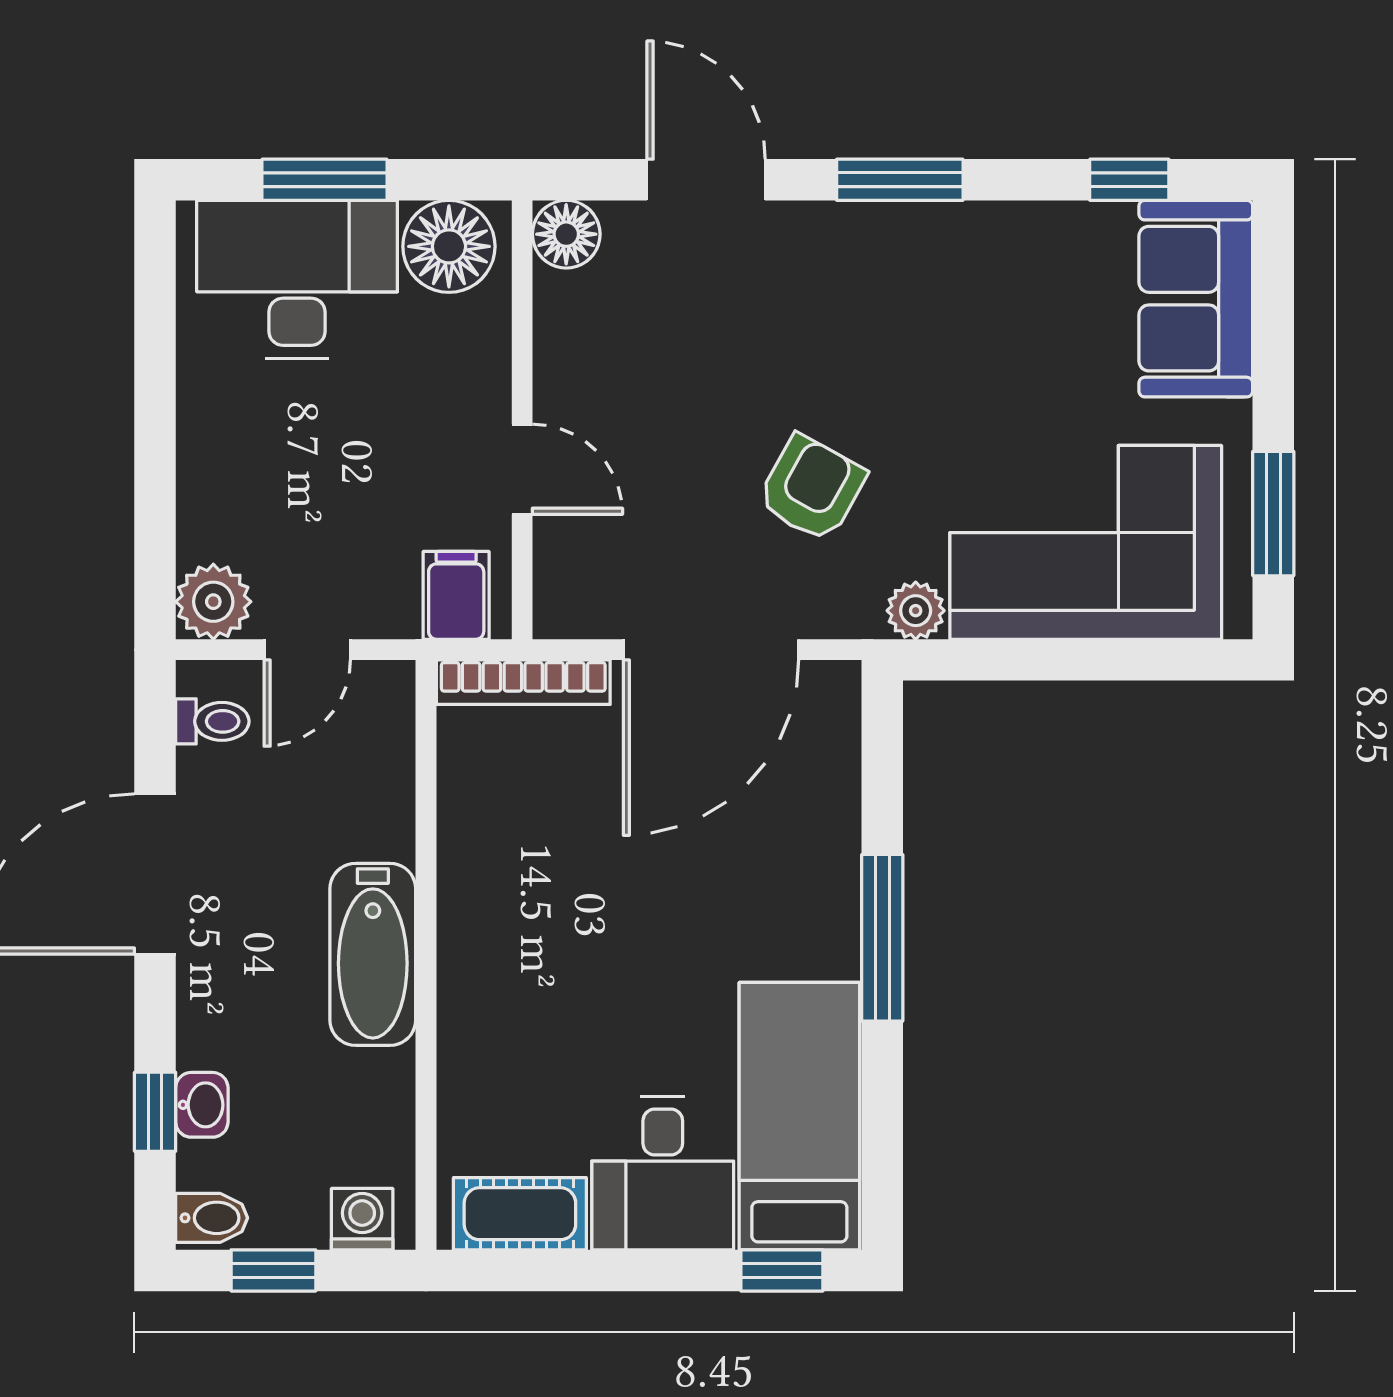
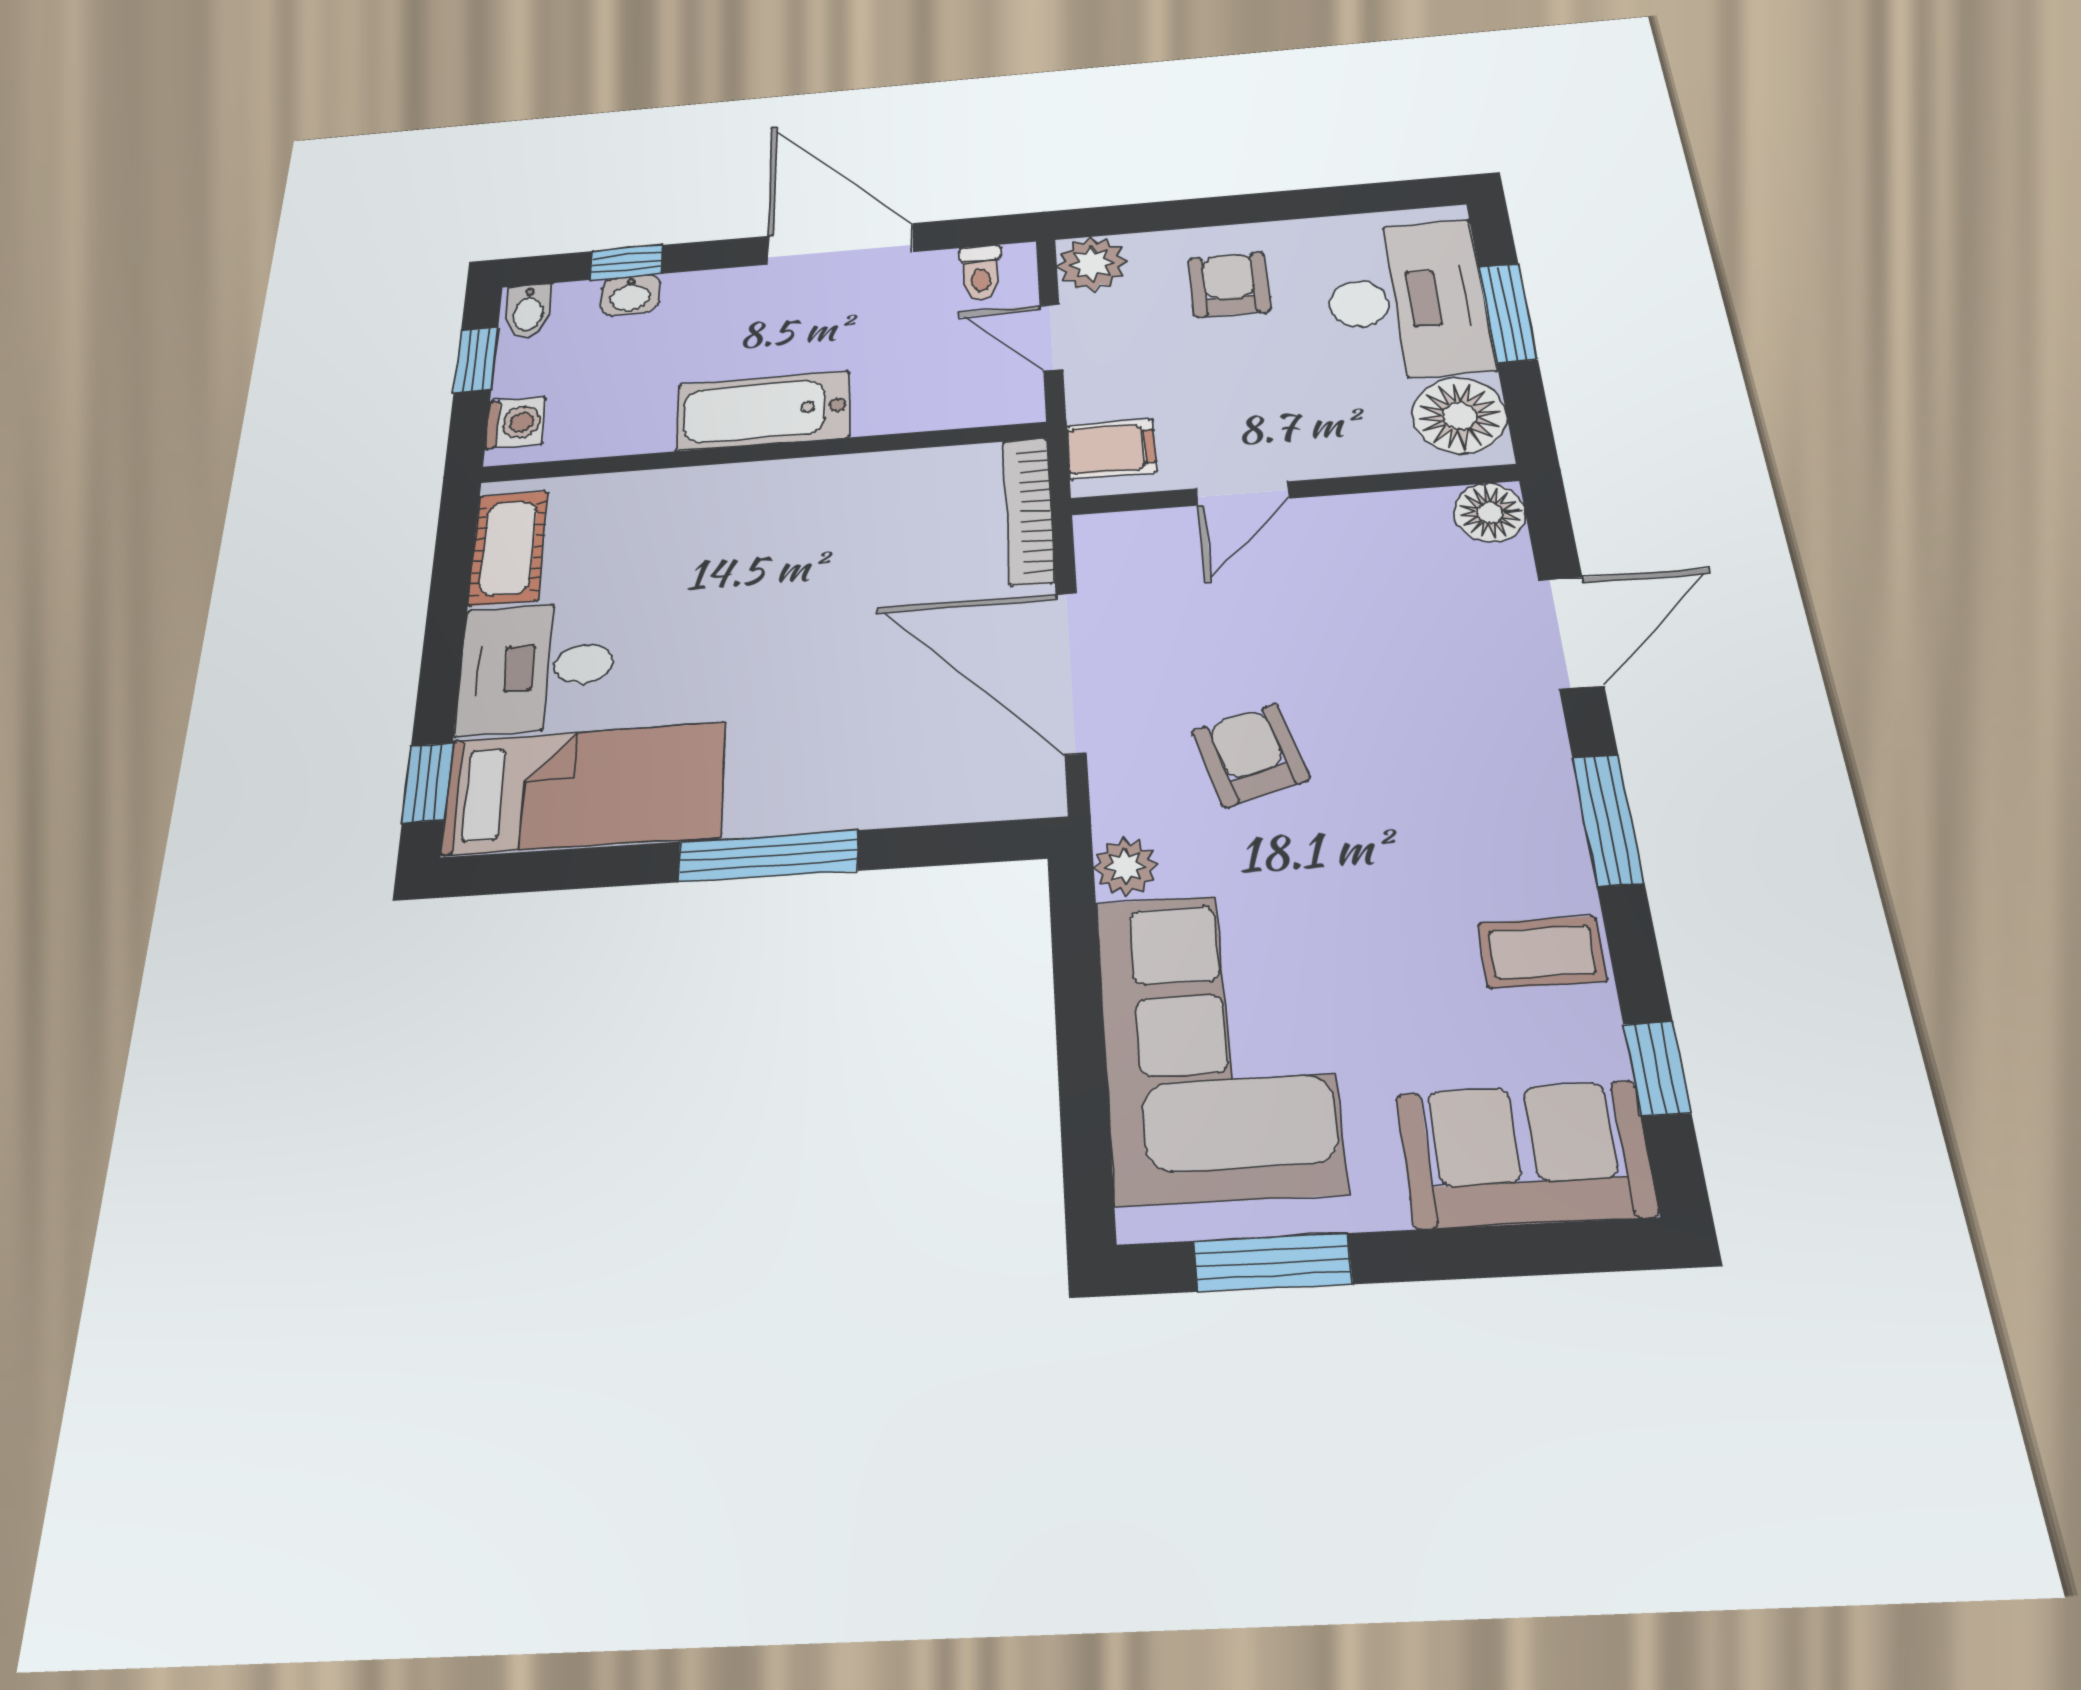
coffee table: (1021, 257) -> (1542, 952), added
armchair: (257, 459) -> (1229, 285), added
armchair: (812, 488) -> (1251, 755), turned -135

